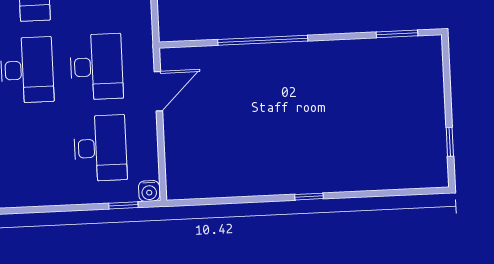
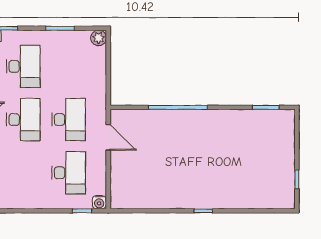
door: (158, 91) -> (108, 137), hinge flipped

